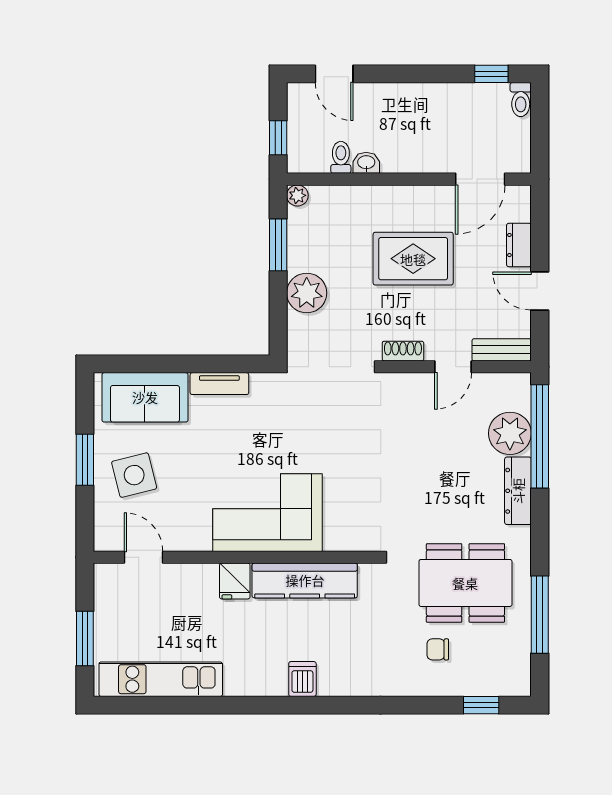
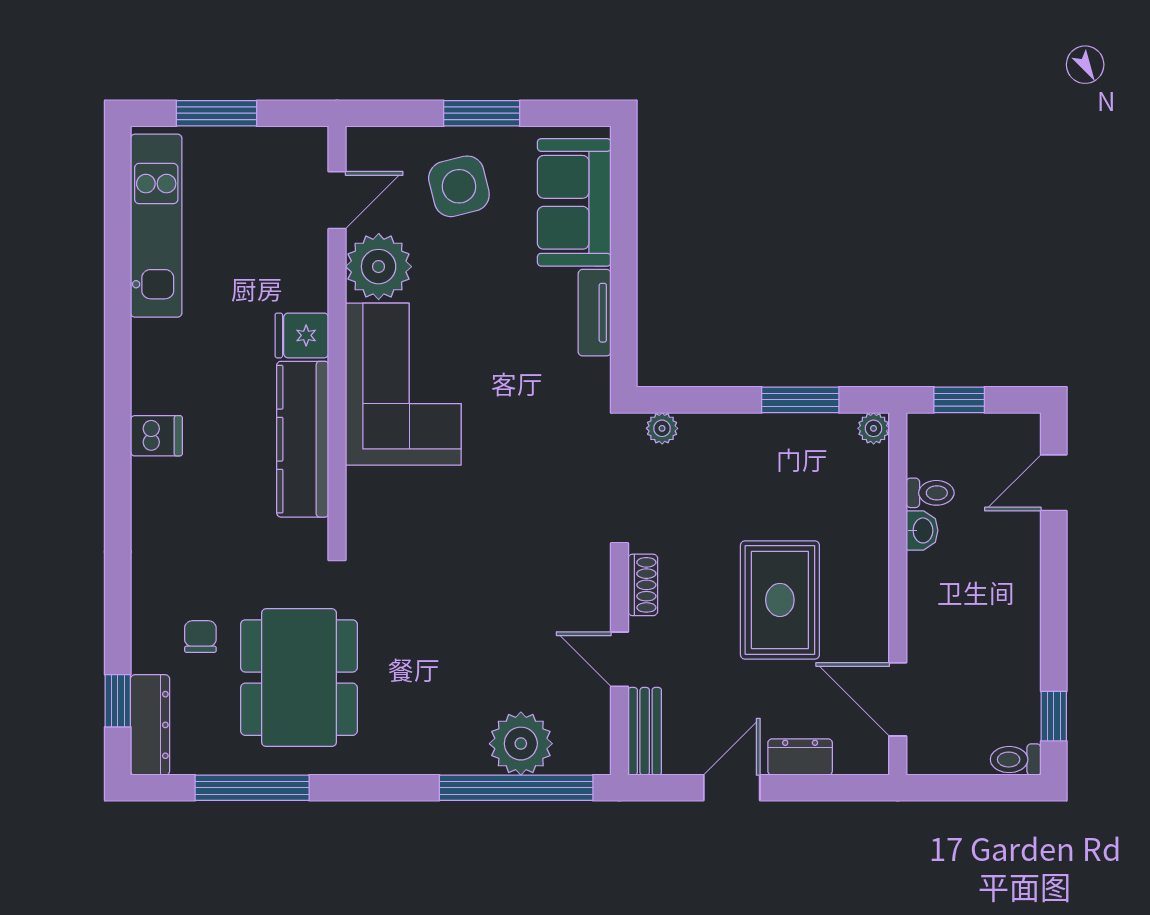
plant: (307, 293) -> (662, 428), moved, width x0.53, depth x0.53
dresser: (518, 491) -> (150, 725), moved, turned 90
plant: (188, 529) -> (379, 267), added

